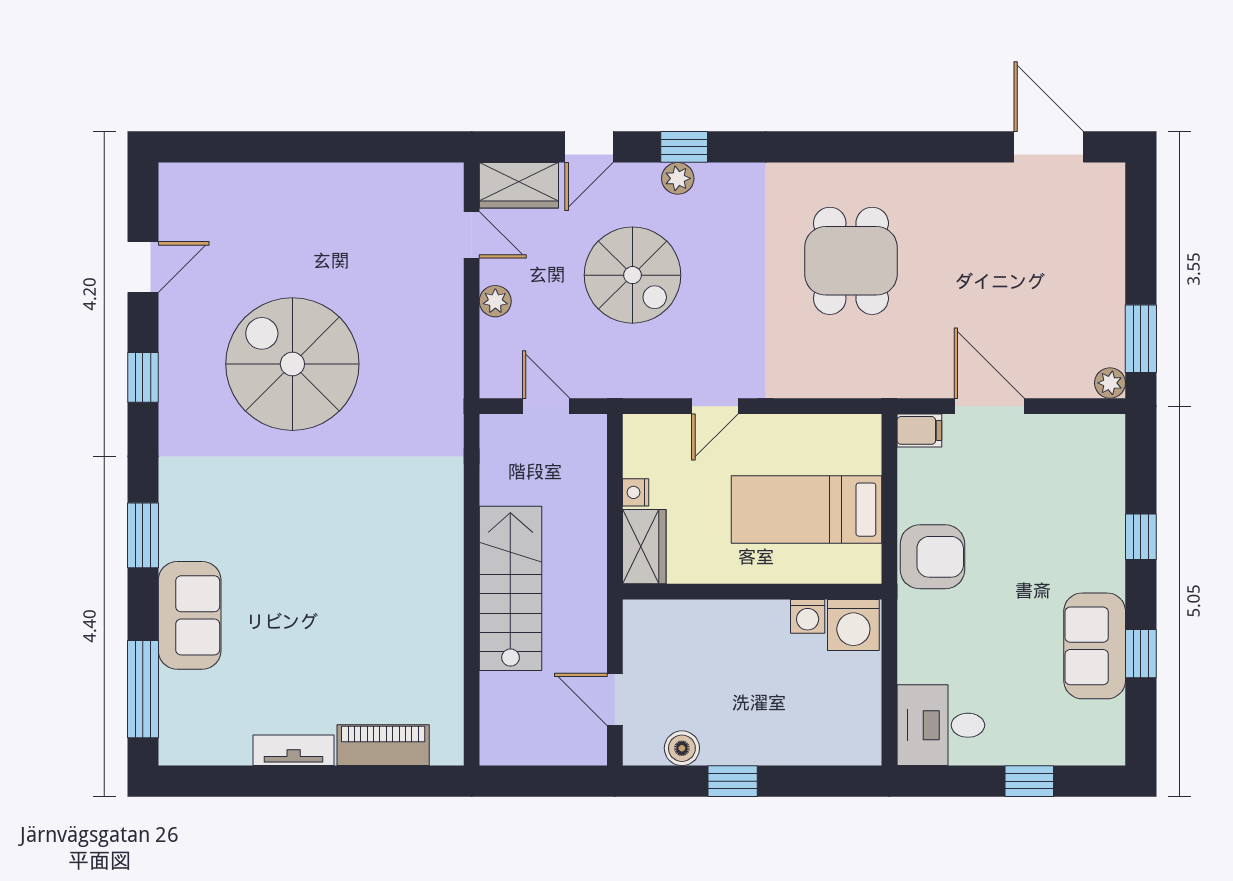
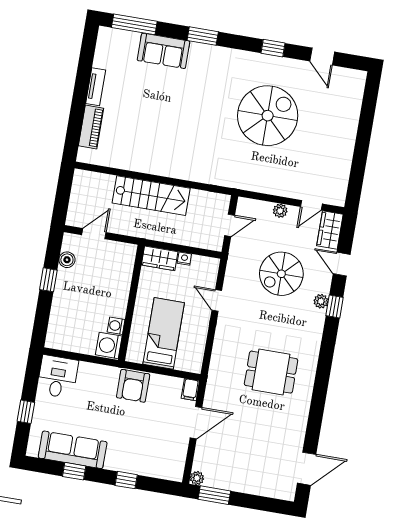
sofa: (1095, 646) -> (73, 450), width x1.36

